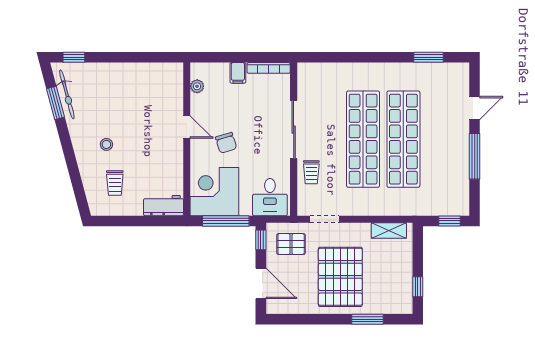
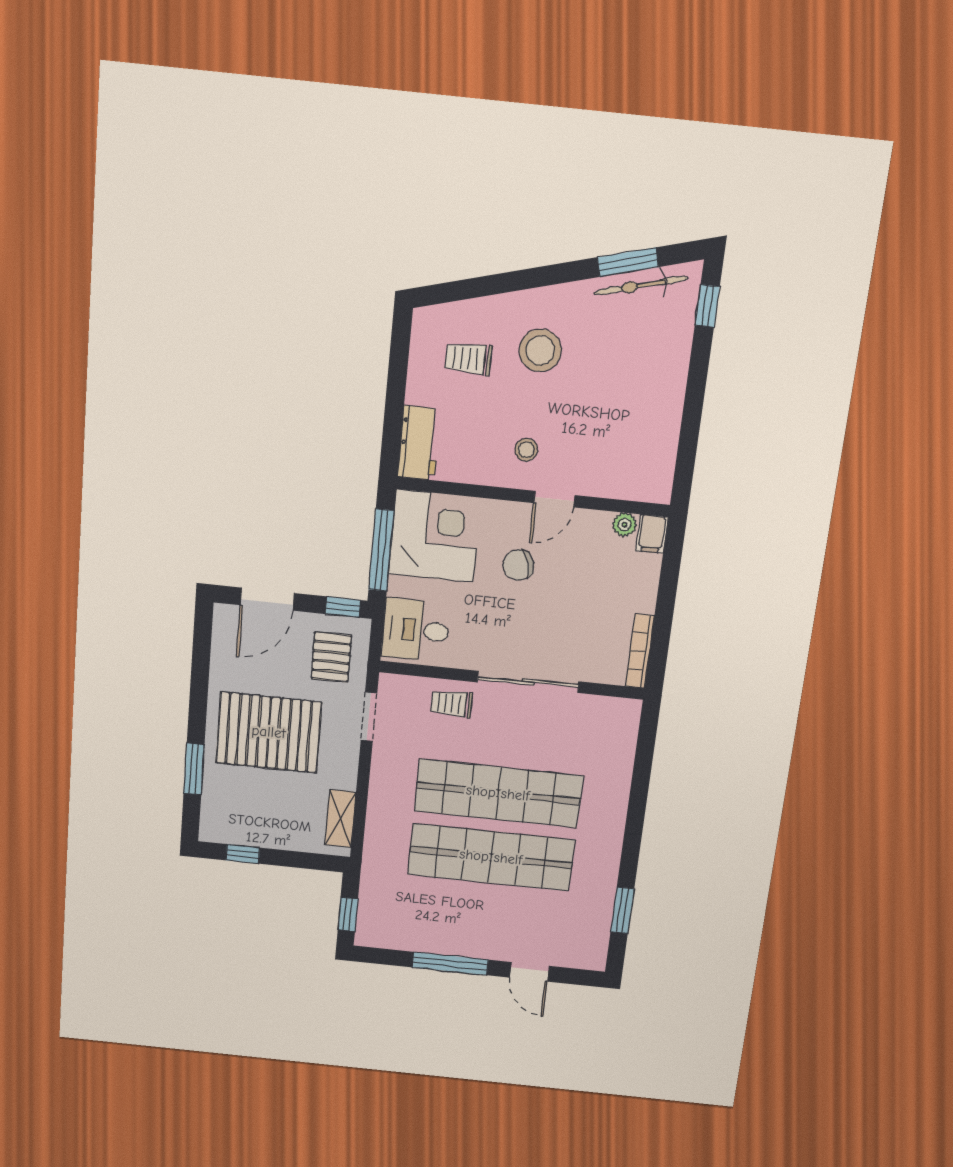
filing cabinet: (238, 73) -> (652, 534), moved, turned -90
stool: (106, 144) -> (540, 350), width x1.89, depth x1.89
stool: (161, 146) -> (526, 450), added

